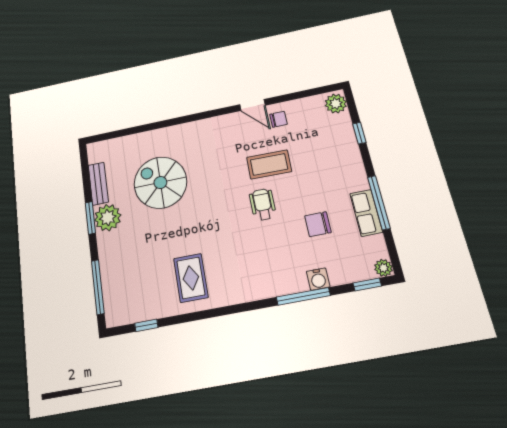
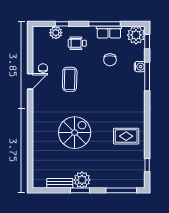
plant: (336, 104) -> (56, 33), moved
spiral stairs: (160, 183) -> (75, 133), moved, turned 180
wheelchair: (263, 204) -> (77, 43), moved
plant: (383, 268) -> (136, 35), width x1.87, depth x1.87

